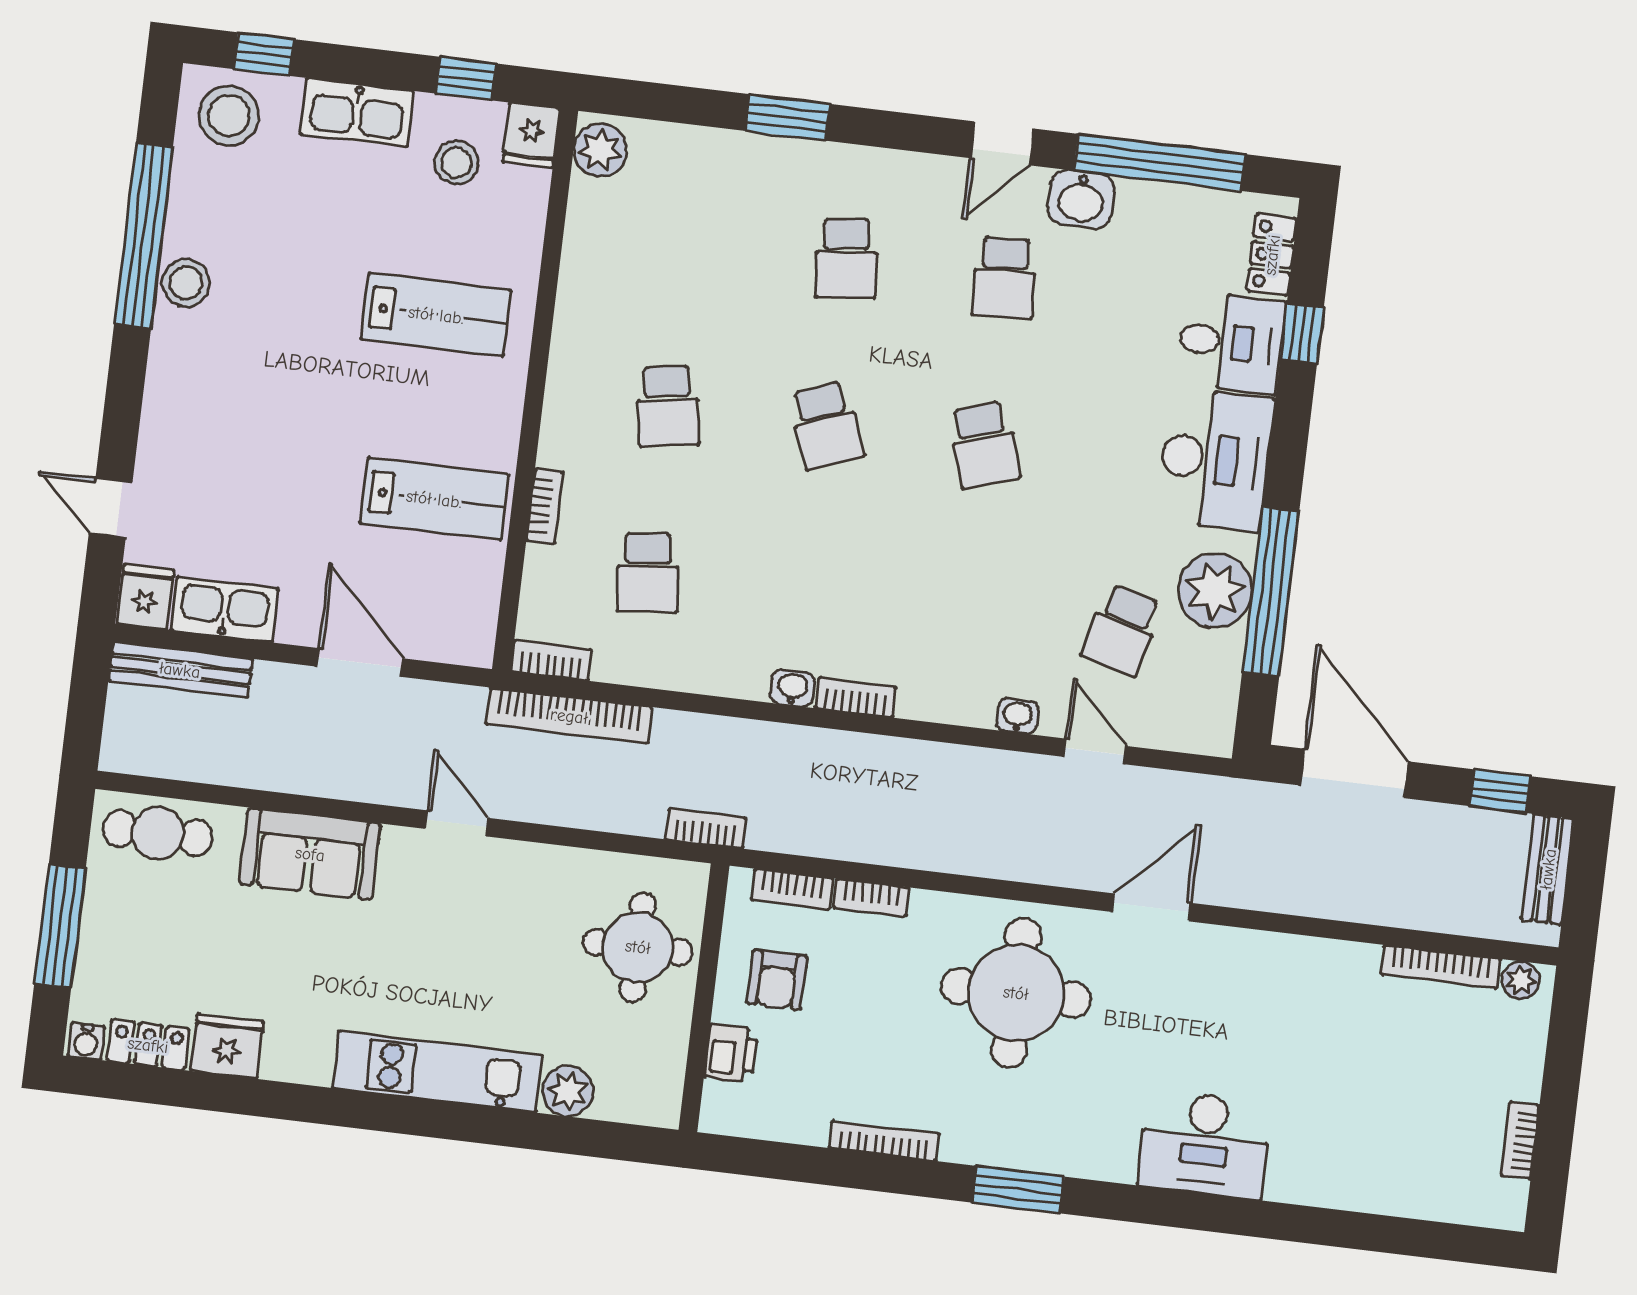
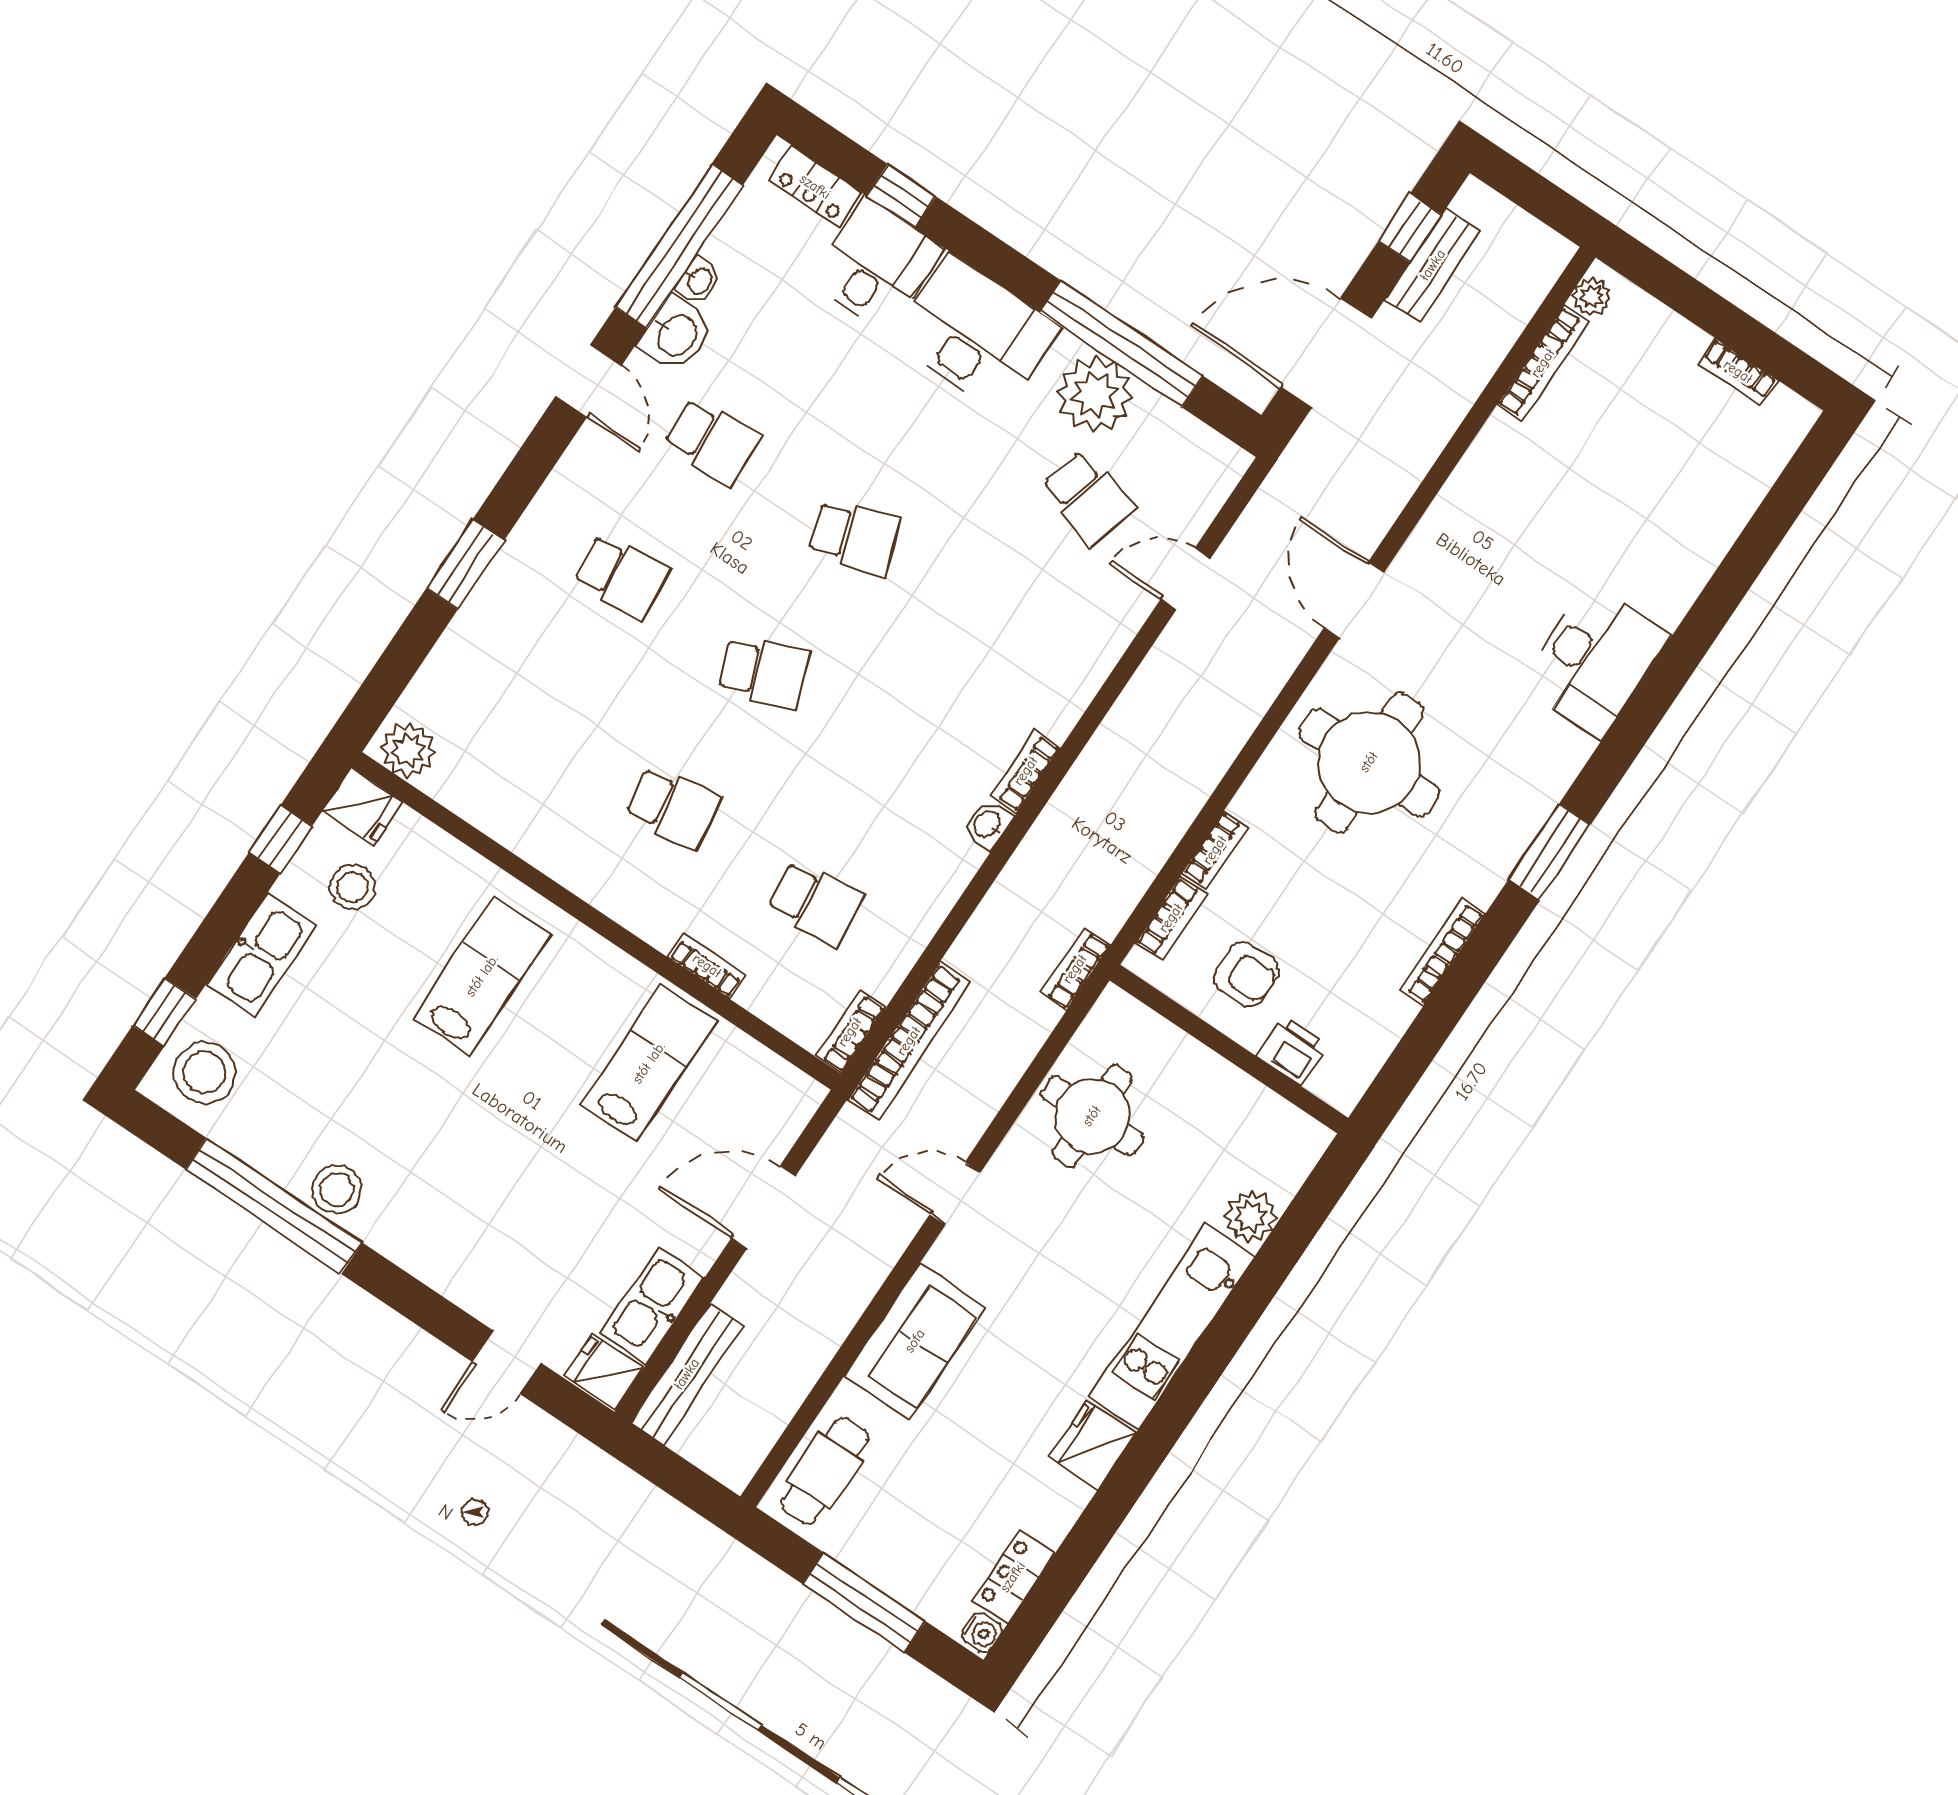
washbasin: (1018, 716) -> (699, 281), moved, turned 180
bench: (1548, 869) -> (1433, 265), moved, turned 90
round table: (638, 947) -> (1092, 1116), moved
fridge: (227, 1046) -> (1093, 1445), moved

